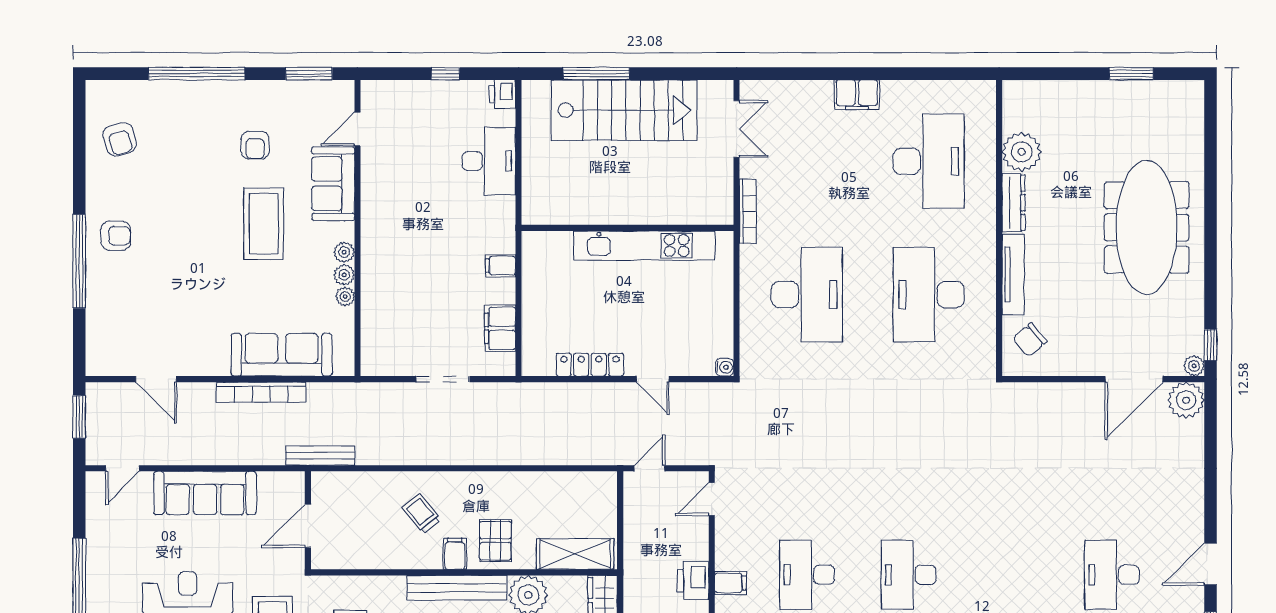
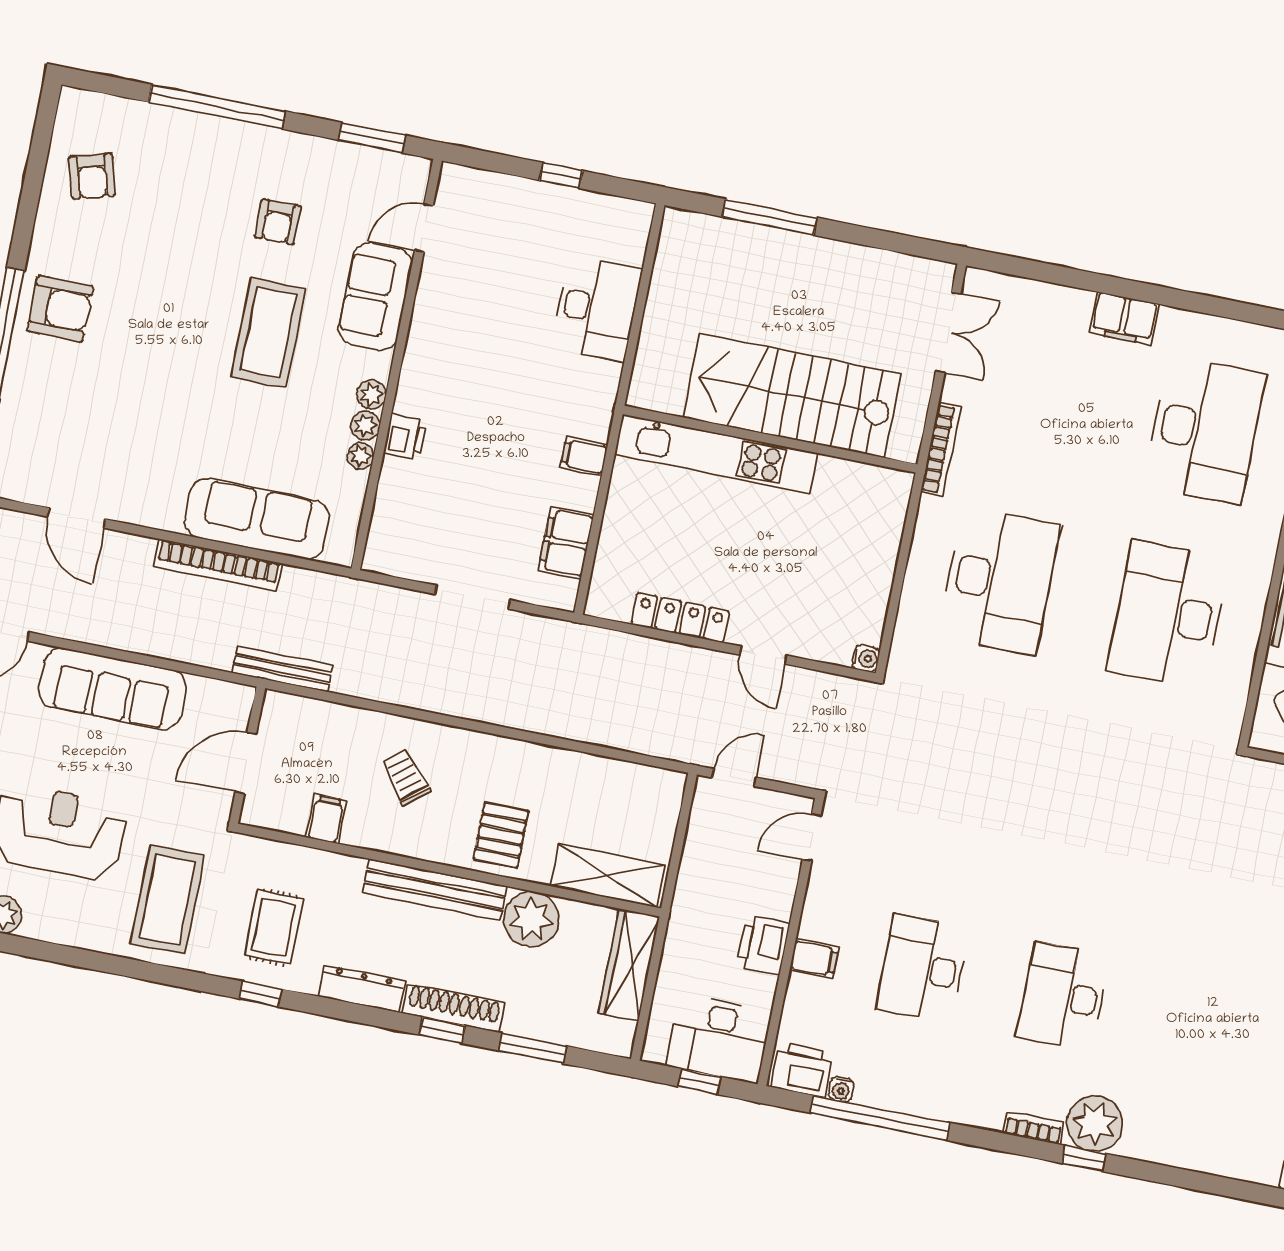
printer: (502, 94) -> (405, 437), moved, turned 180
stairs: (624, 110) -> (792, 396), moved, turned 180
armchair: (116, 236) -> (60, 309), width x1.38, depth x1.38
kitchen unit: (644, 246) -> (716, 454), moved
filing cabinet: (455, 554) -> (326, 819), moved

